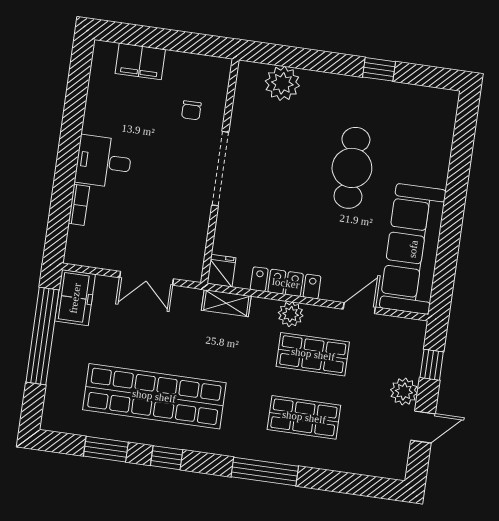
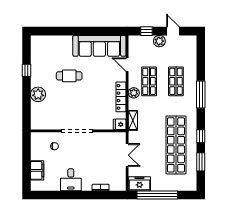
plant: (282, 83) -> (38, 94), moved
desk: (104, 162) -> (71, 180), moved
cafe table: (352, 168) -> (69, 76), width x0.73, depth x0.74

